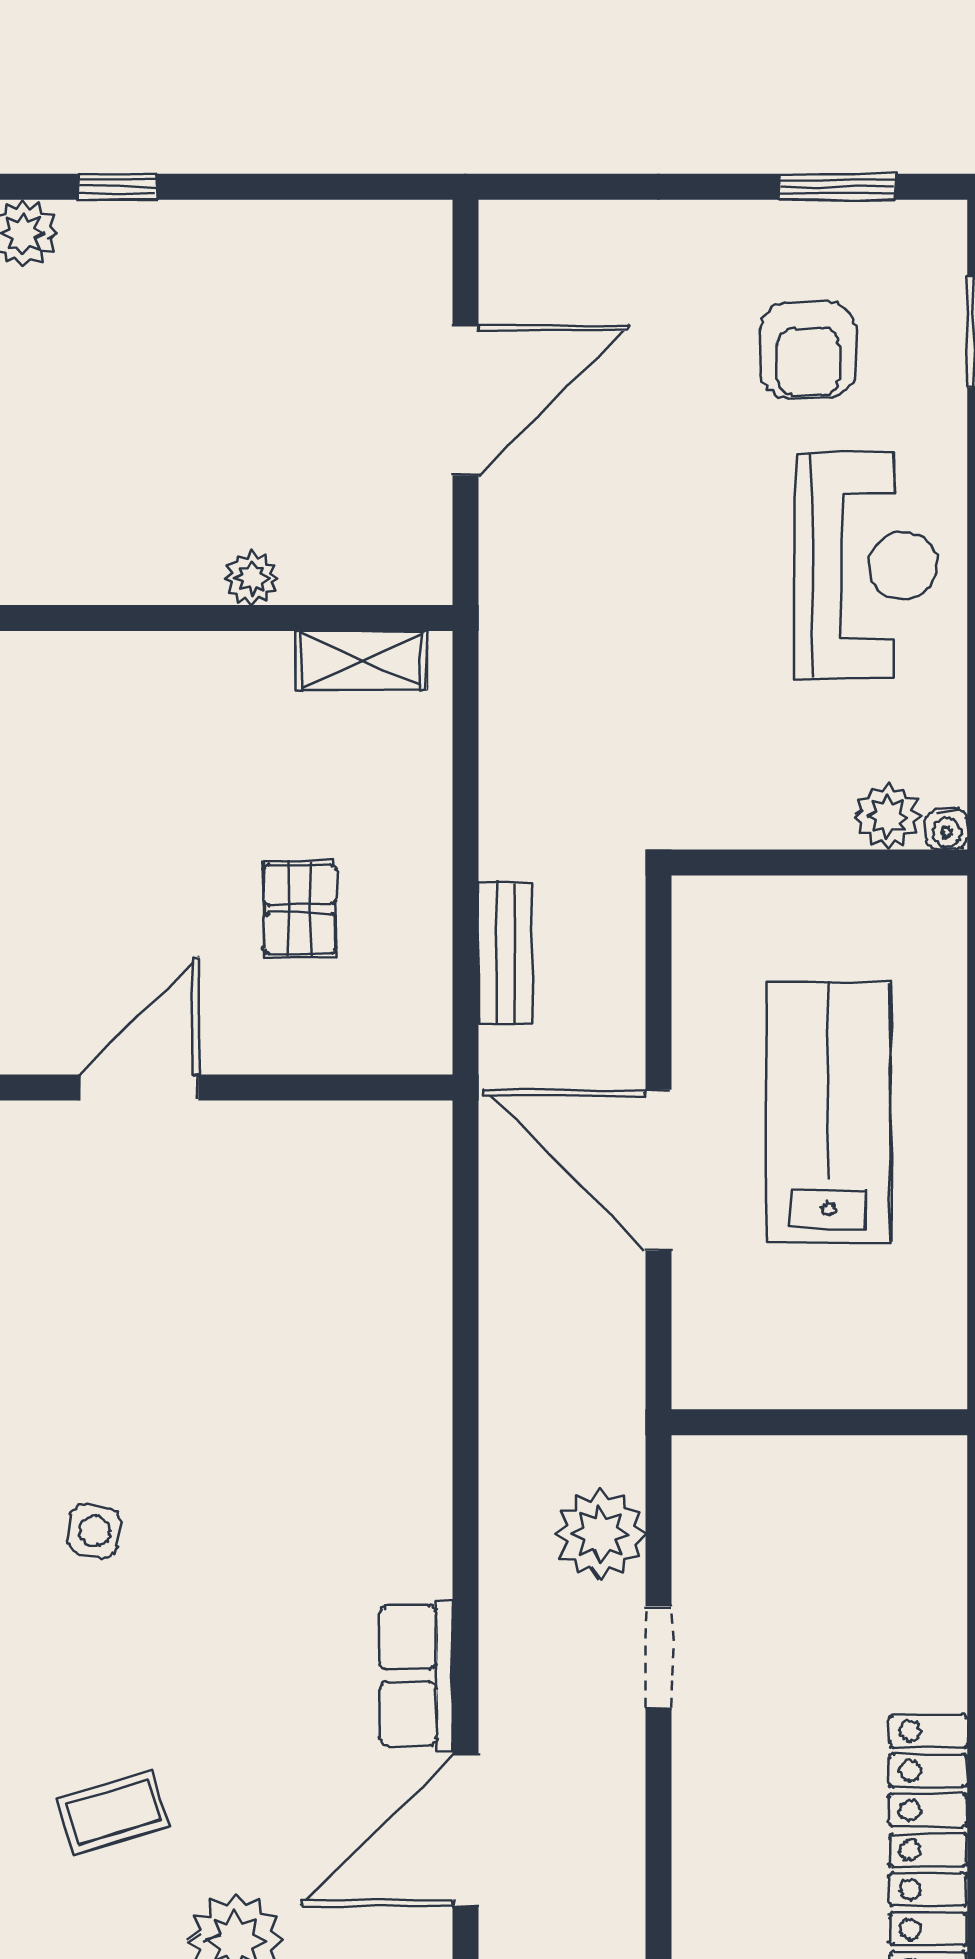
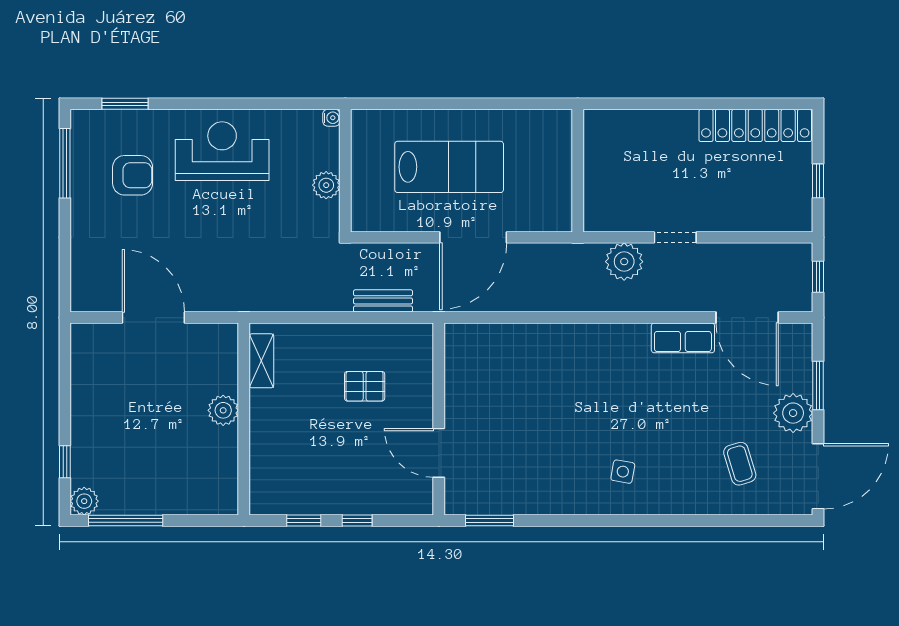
window: (837, 187) -> (65, 163), width x1.44
plant: (252, 578) -> (223, 410), width x1.38, depth x1.38
plant: (888, 816) -> (326, 185), moved
lab bench: (828, 1112) -> (449, 167), turned 180

